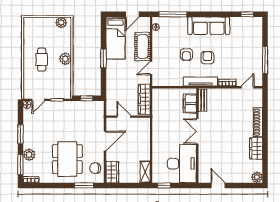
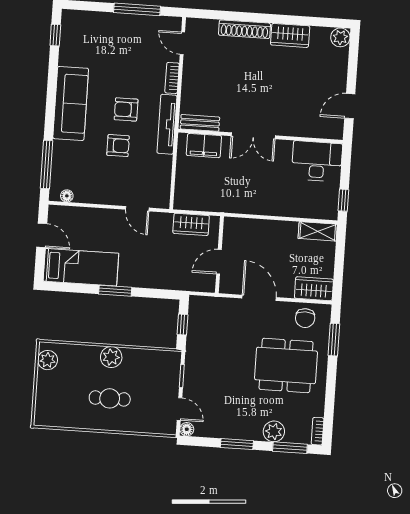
cot: (143, 47) -> (99, 221), removed
wardrobe: (144, 99) -> (191, 224), width x0.67
desk: (182, 164) -> (317, 161), width x0.73, depth x0.77

